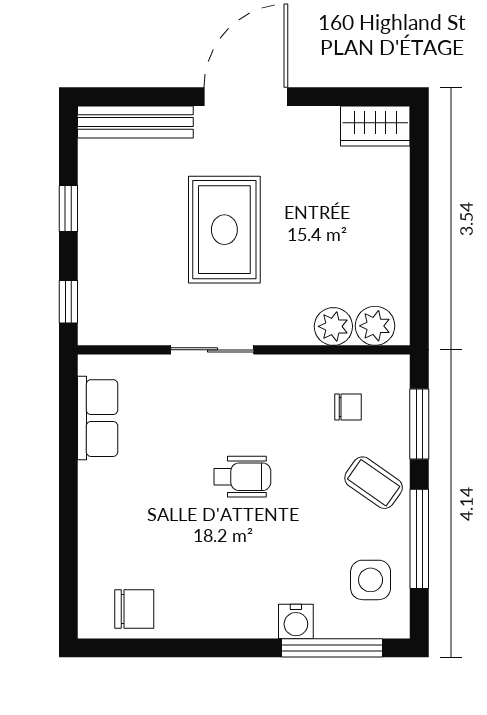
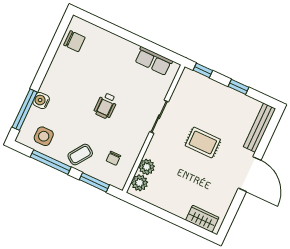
wardrobe: (375, 126) -> (202, 219), moved, turned 90
rug: (224, 230) -> (203, 142), width x0.73, depth x0.70
chair: (134, 609) -> (74, 41), turned -90

